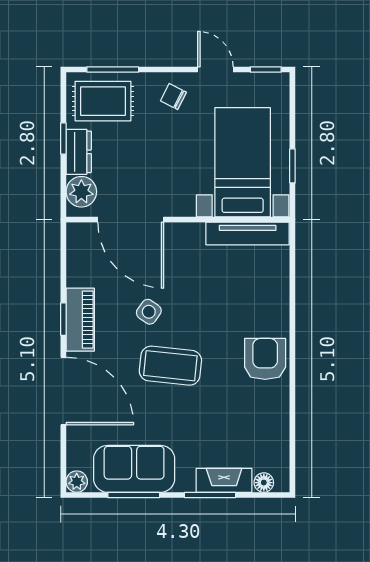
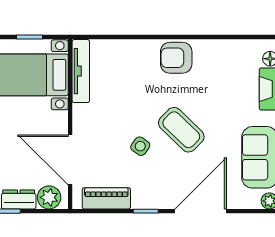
door: (131, 220) -> (70, 160), swing flipped
piano: (80, 320) -> (106, 198), moved
coffee table: (170, 366) -> (181, 130), turned -52

